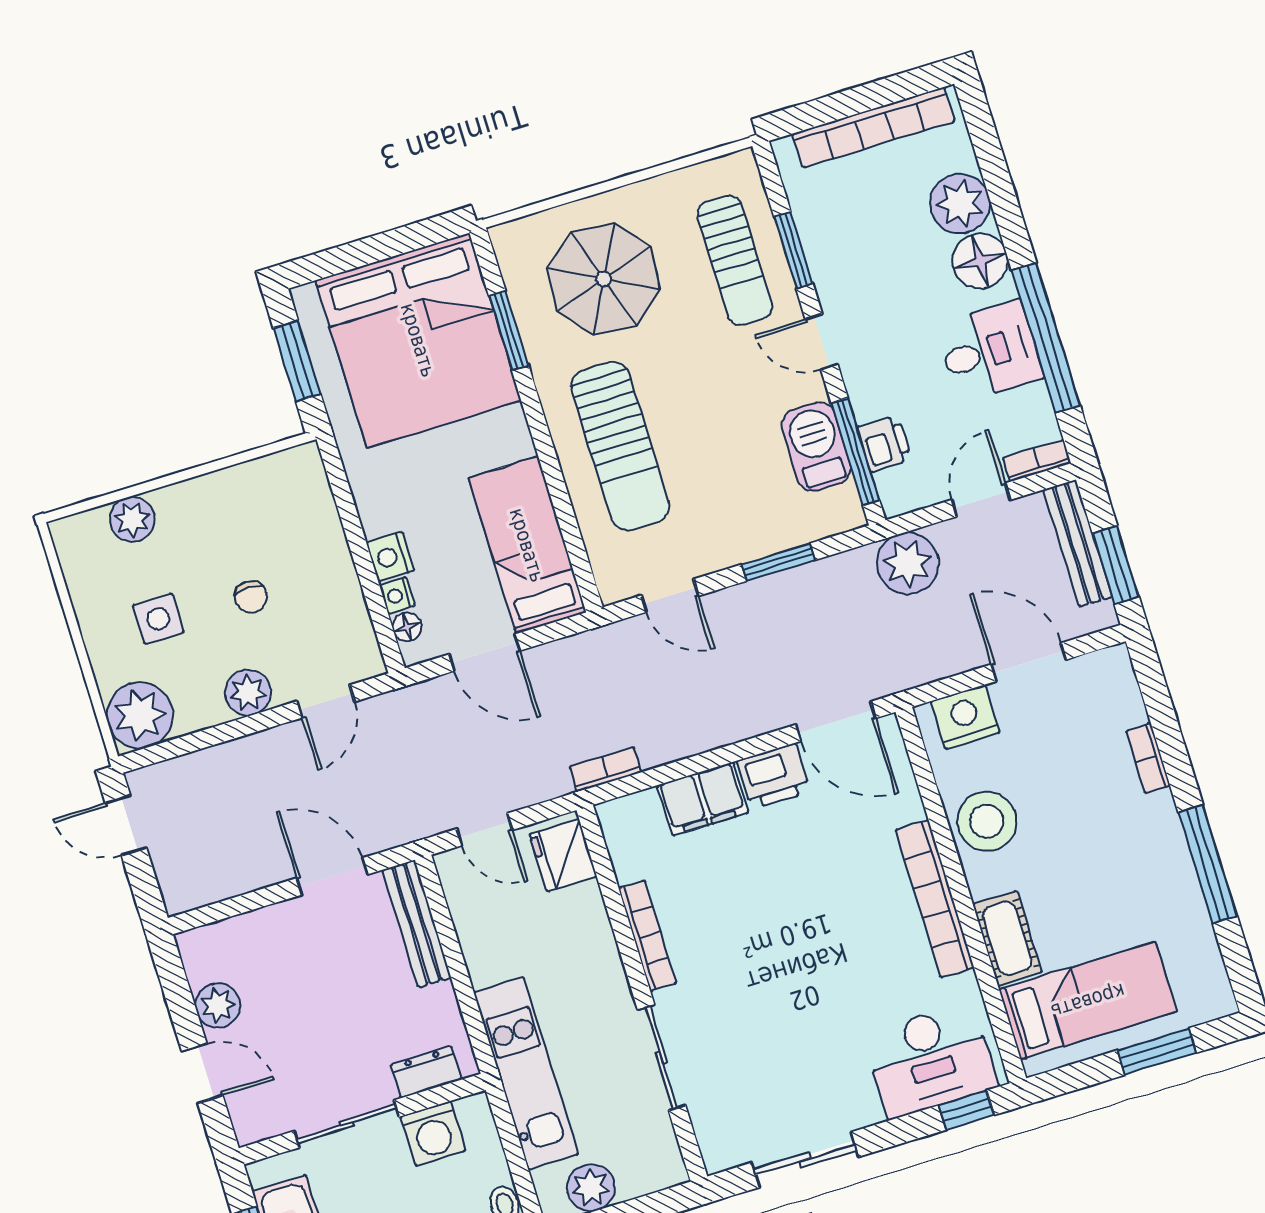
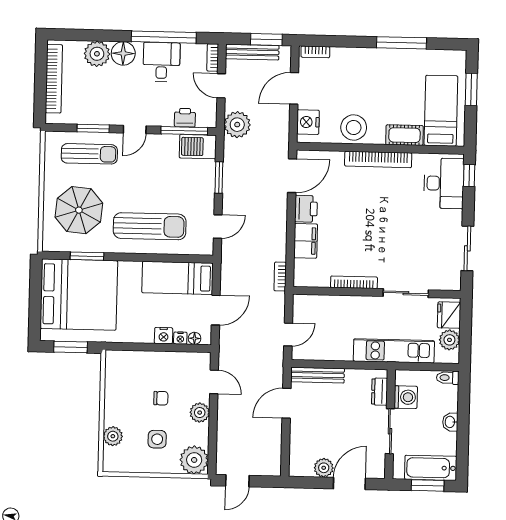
barbecue: (816, 447) -> (198, 147), moved
bookcase: (1148, 758) -> (315, 52), moved
fridge: (563, 855) -> (449, 315), moved, turned 90
door: (202, 1073) -> (349, 484), width x1.38

